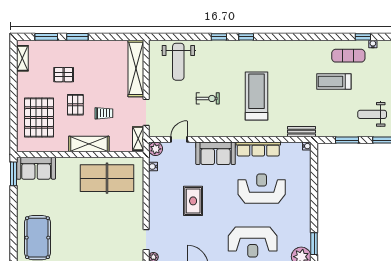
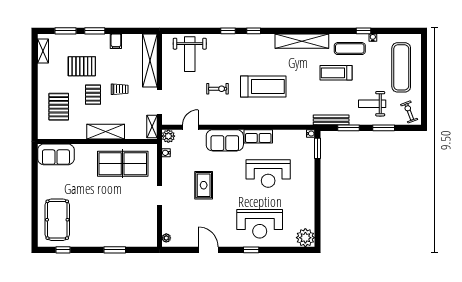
filing cabinet: (100, 48) -> (116, 41), added
shelving: (298, 48) -> (302, 41), added
pallet: (64, 75) -> (82, 66), width x1.50, depth x1.42
treadmill: (257, 96) -> (263, 87), turned 90
trolley: (104, 113) -> (120, 89), moved
pallet: (39, 118) -> (59, 107), width x0.73, depth x0.71
bench: (302, 132) -> (331, 120), moved, width x1.36
row of seats: (258, 149) -> (258, 136), width x0.68
window: (13, 174) -> (35, 160), removed
reception desk: (262, 189) -> (268, 174), turned 180
doorway: (146, 240) -> (159, 195), moved
window: (314, 244) -> (317, 148), moved

